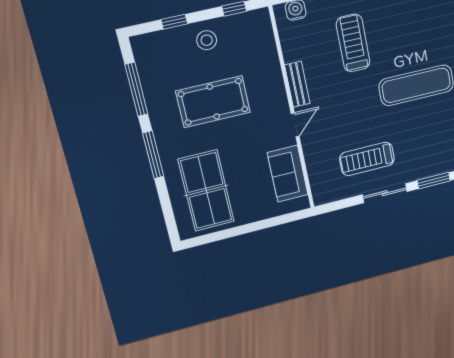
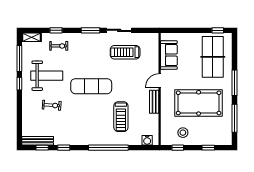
stool: (207, 40) -> (183, 133), moved
pool table: (213, 102) -> (199, 103), width x1.36, depth x1.32
treadmill: (367, 159) -> (125, 52), turned 180
window: (208, 238) -> (218, 30), added

